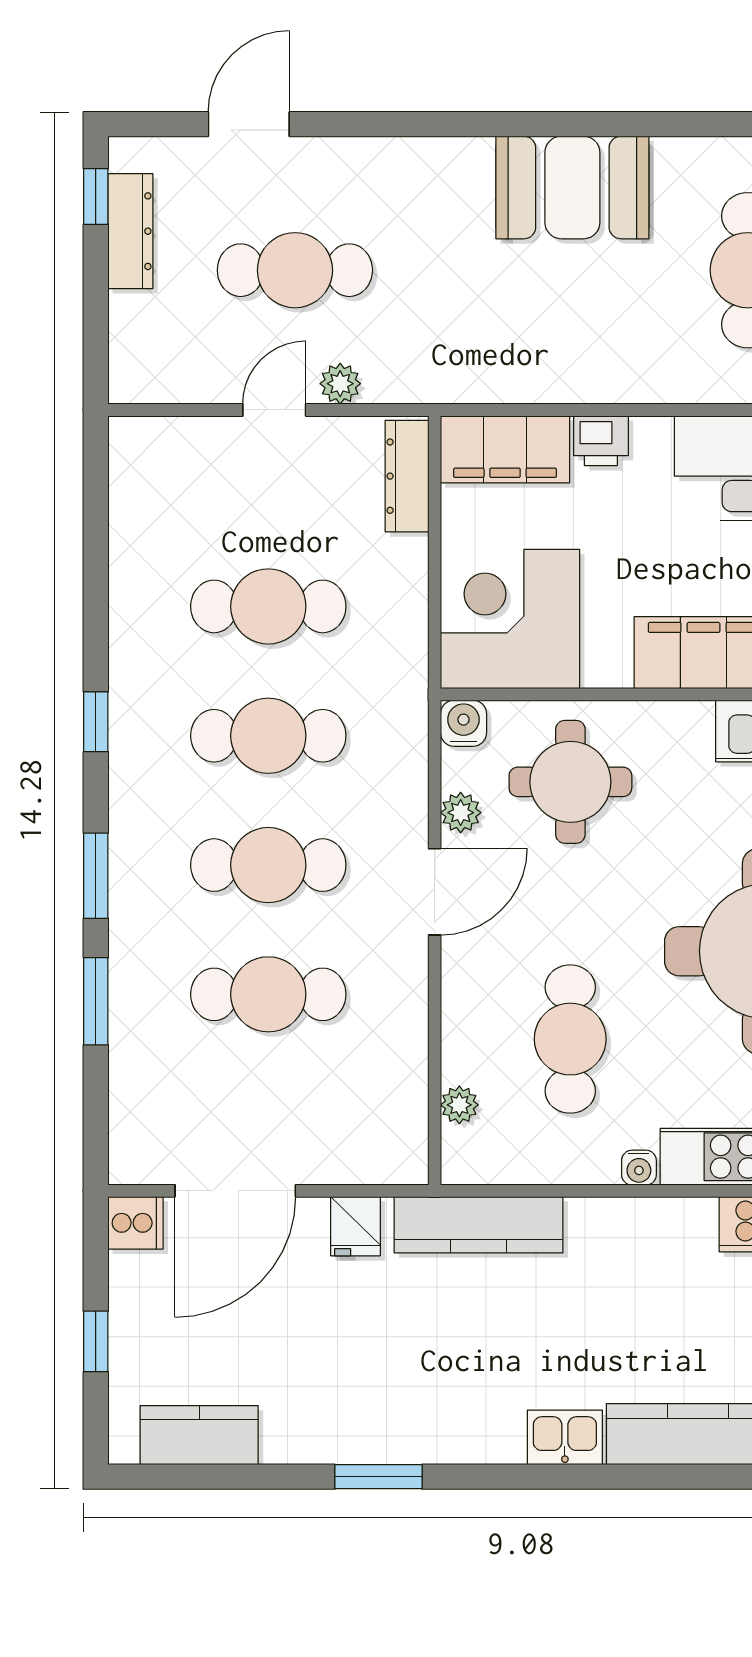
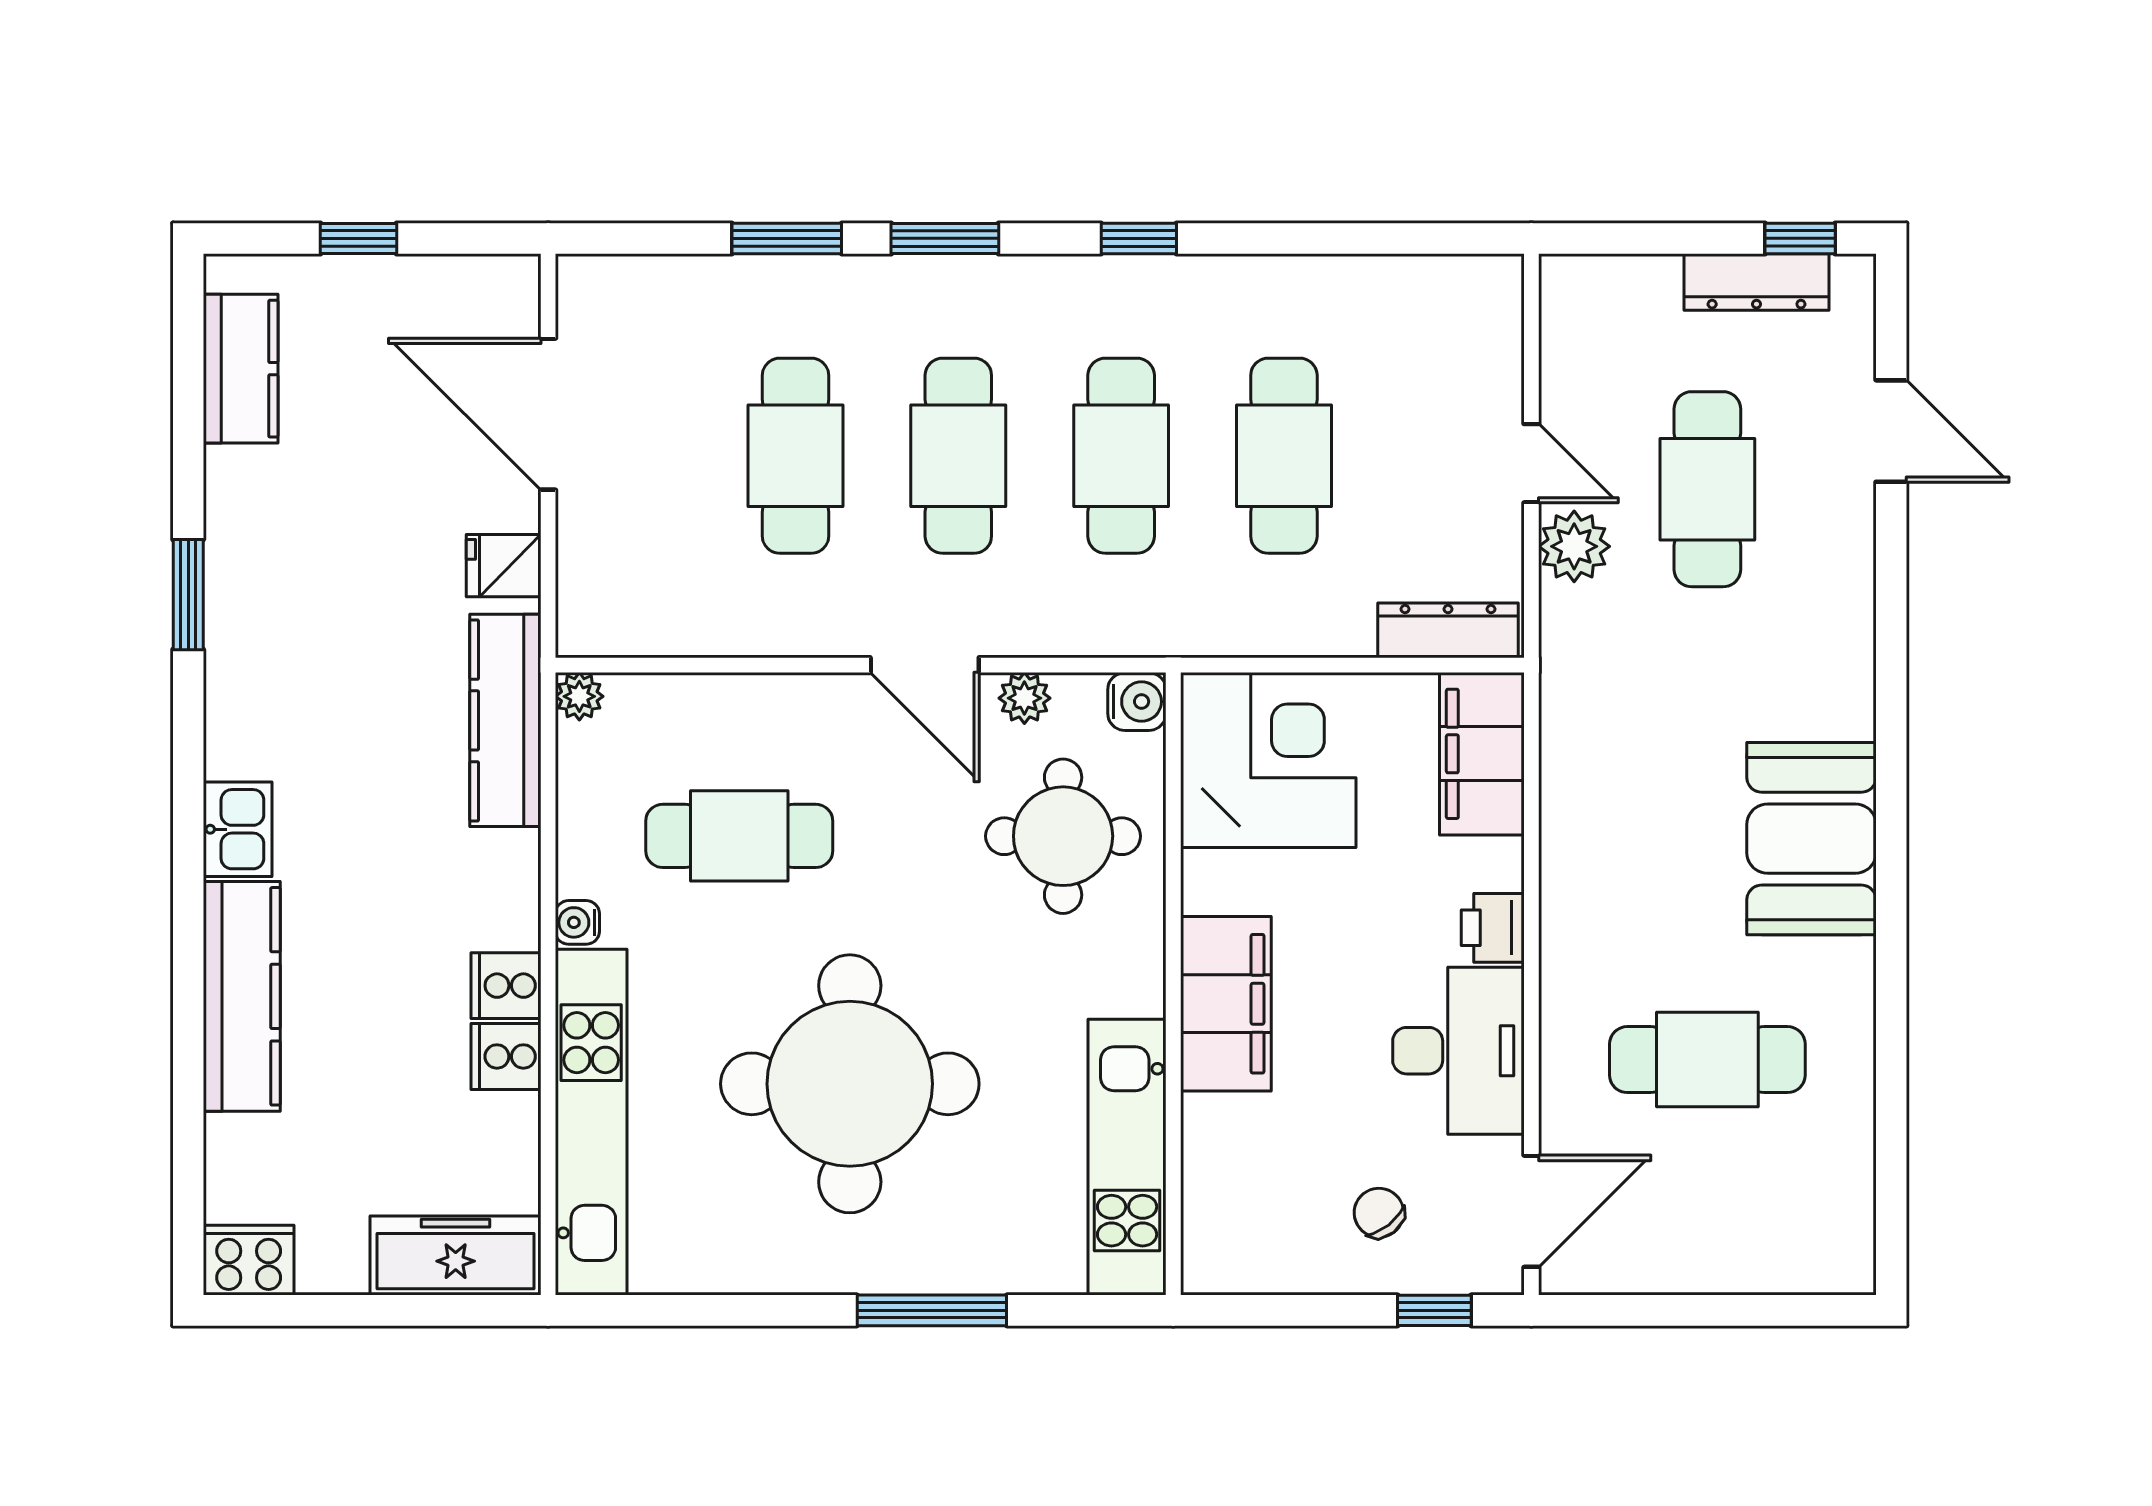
plant: (340, 384) -> (1574, 546), width x1.38, depth x1.38
printer: (601, 441) -> (1493, 928), moved
plant: (459, 1105) -> (579, 696), moved
cooker: (135, 1223) -> (506, 986), moved, turned 90

